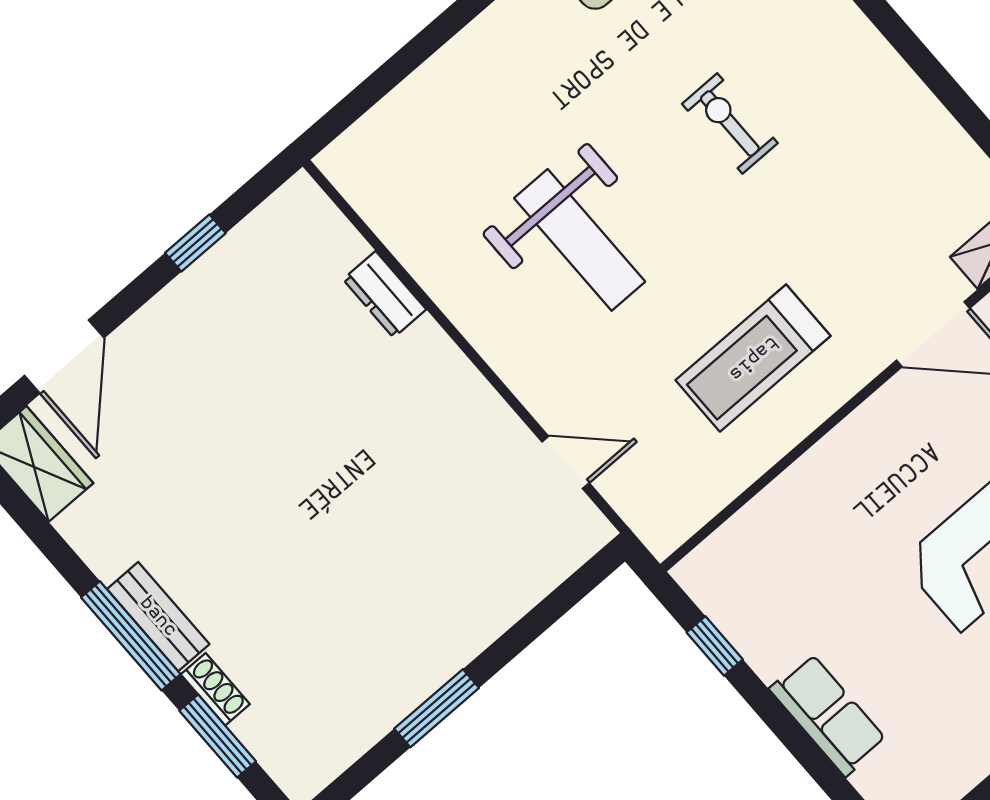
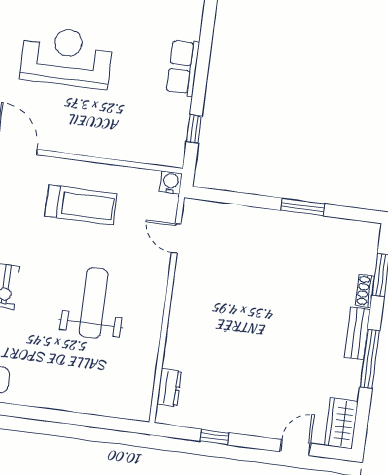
dresser: (385, 294) -> (169, 388), moved
door: (64, 357) -> (295, 448), width x0.73
water cooler: (662, 533) -> (171, 182), added
window: (131, 636) -> (370, 359), moved

